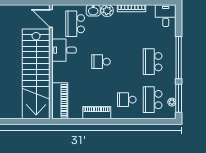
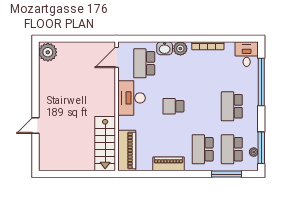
door: (51, 18) -> (117, 57), hinge flipped
desk: (64, 50) -> (132, 98), width x1.37
window: (179, 58) -> (261, 82), moved
stairs: (36, 74) -> (105, 144), width x0.54, depth x0.66
school desk: (127, 100) -> (203, 149), width x1.85
window: (148, 122) -> (227, 174), added

